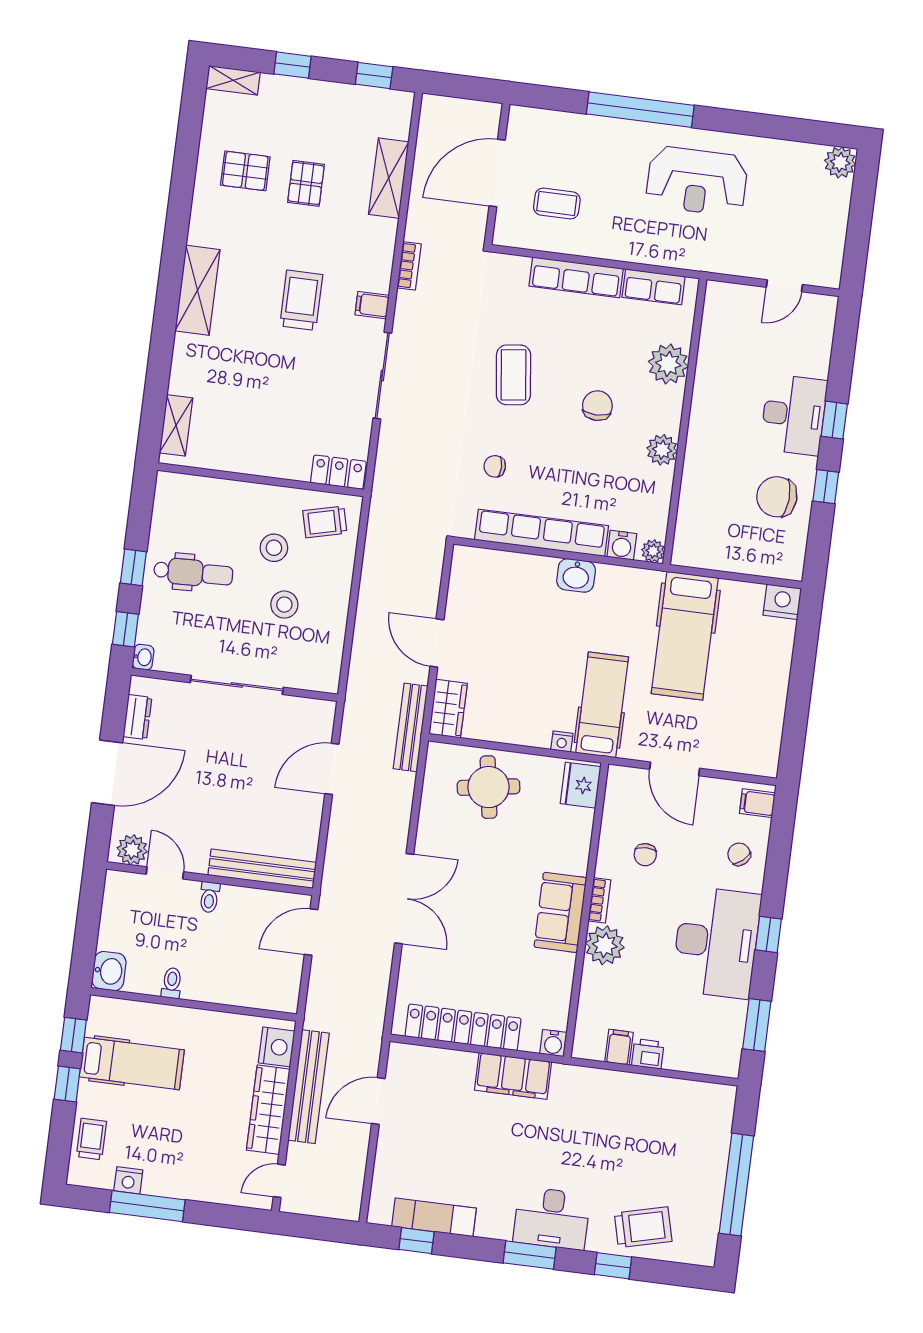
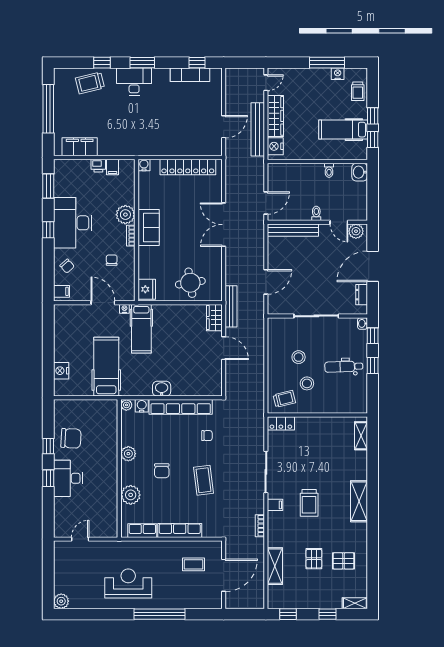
nightstand: (782, 602) -> (61, 371), moved, turned 90
nightstand: (562, 741) -> (124, 309), moved
filing cabinet: (513, 1076) -> (80, 147), moved

